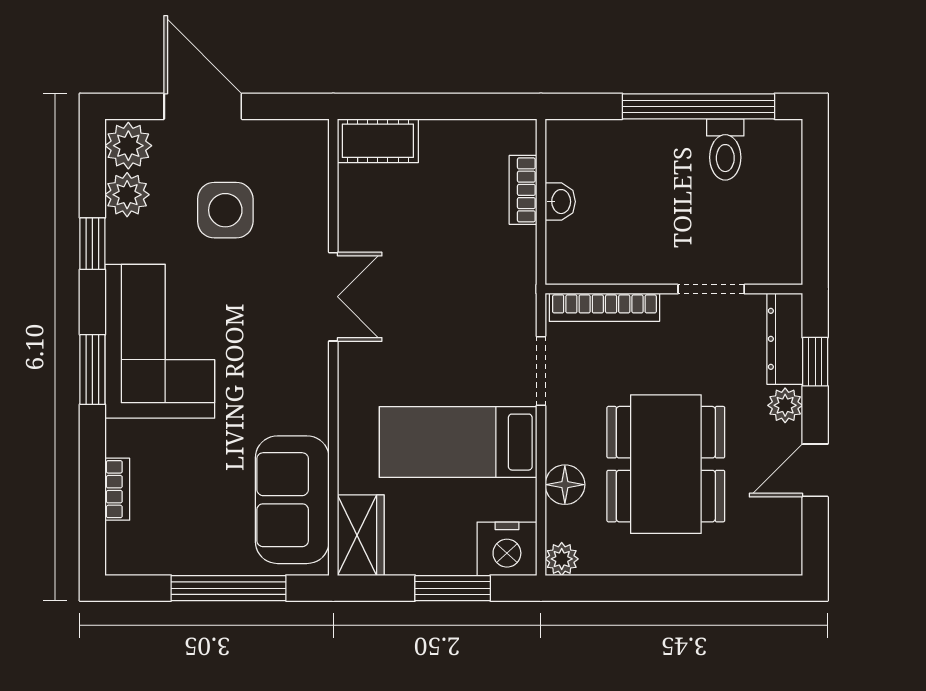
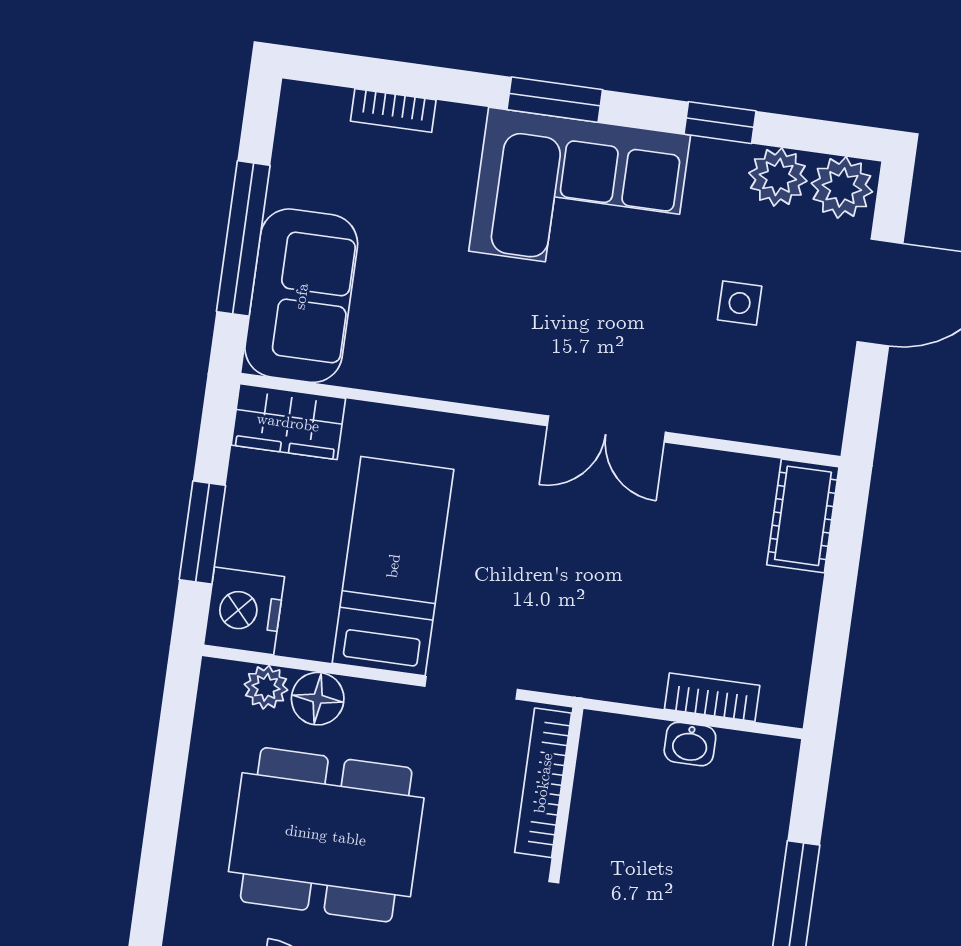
side table: (225, 210) -> (740, 303), width x0.54, depth x0.54
sofa: (292, 500) -> (301, 296), moved, turned 90
plant: (562, 559) -> (266, 687), moved

